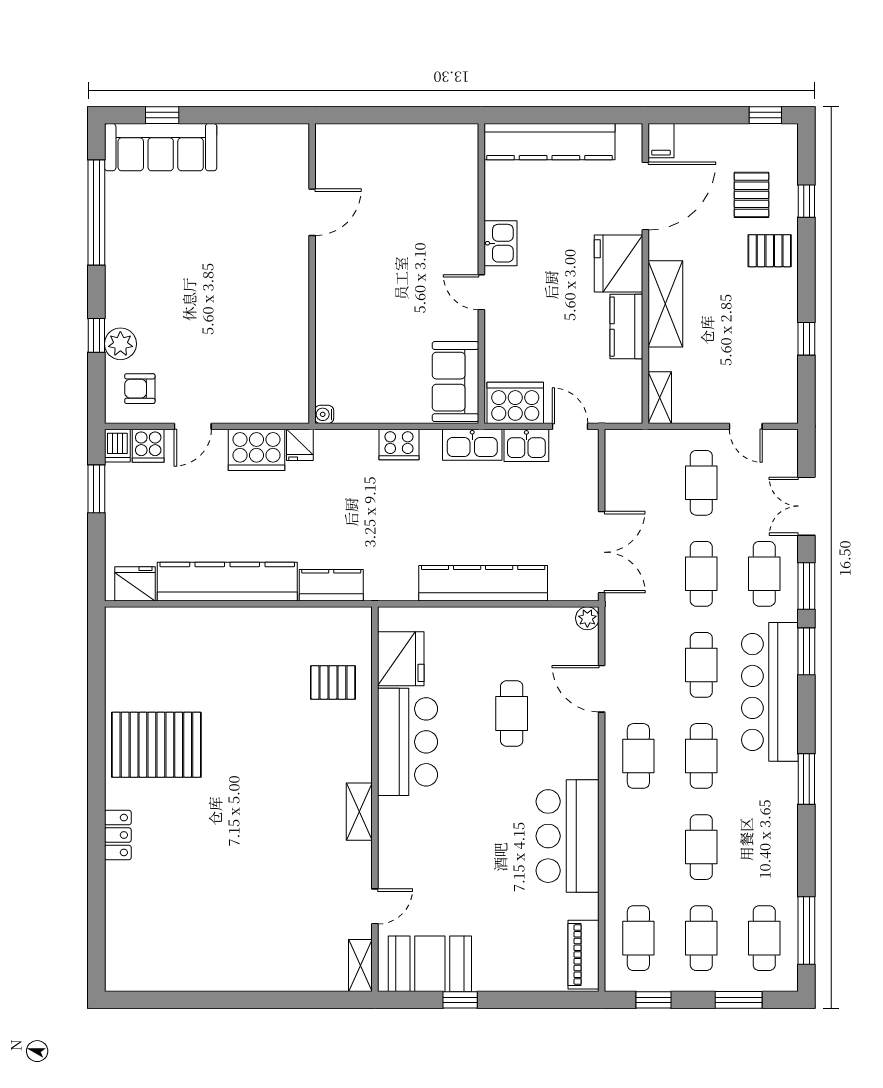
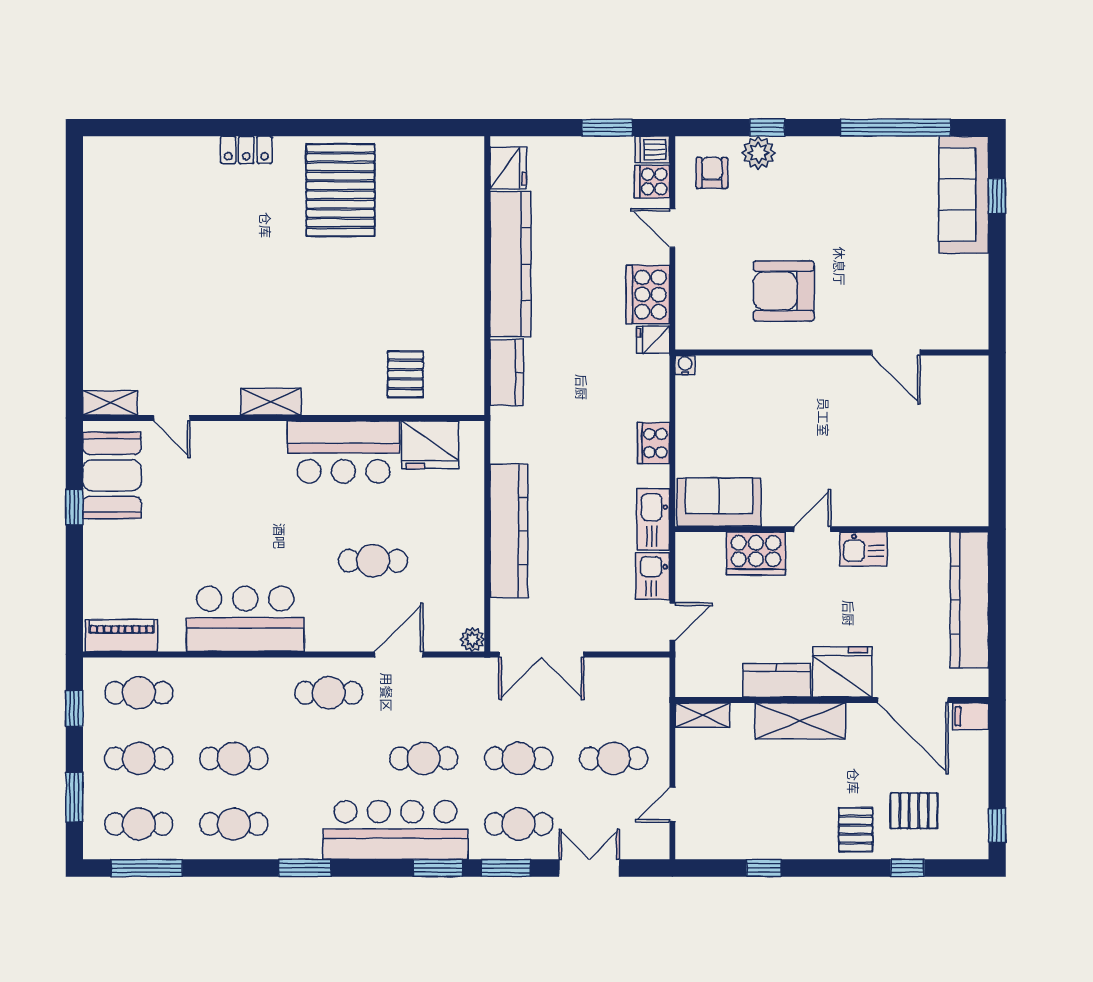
armchair: (253, 320) -> (784, 291), added
cooker: (515, 403) -> (756, 554), moved, turned 90
cafe table: (701, 756) -> (234, 824), moved

